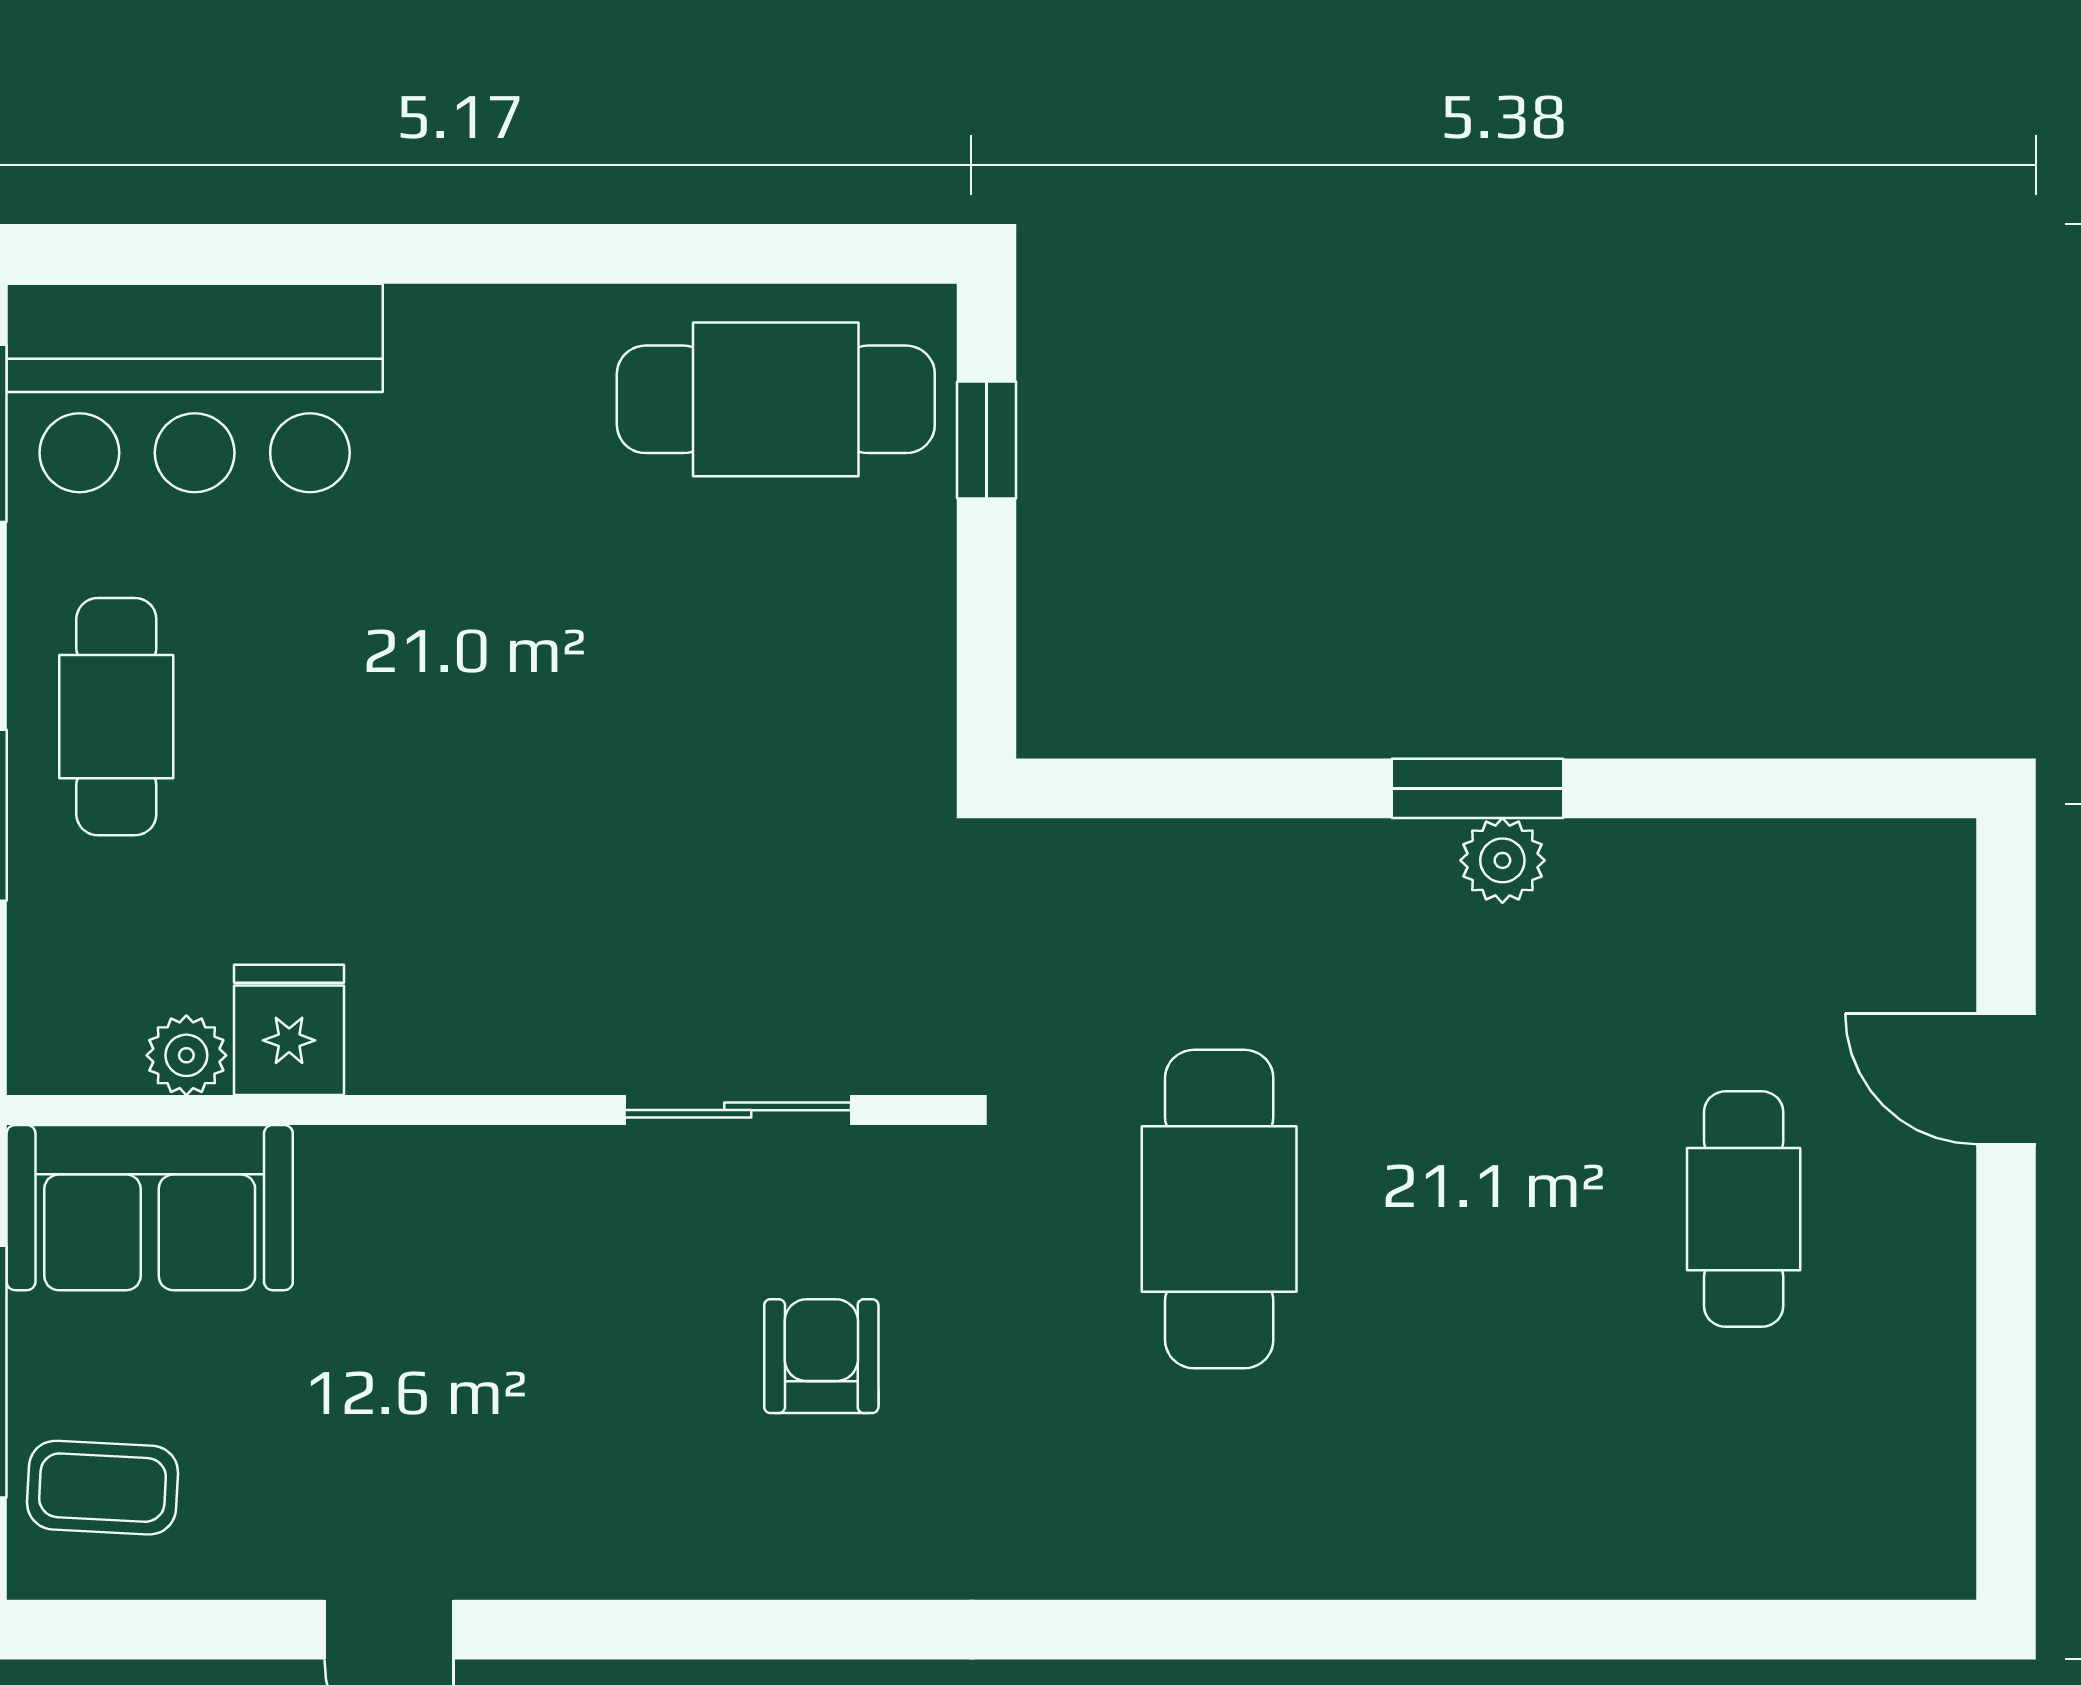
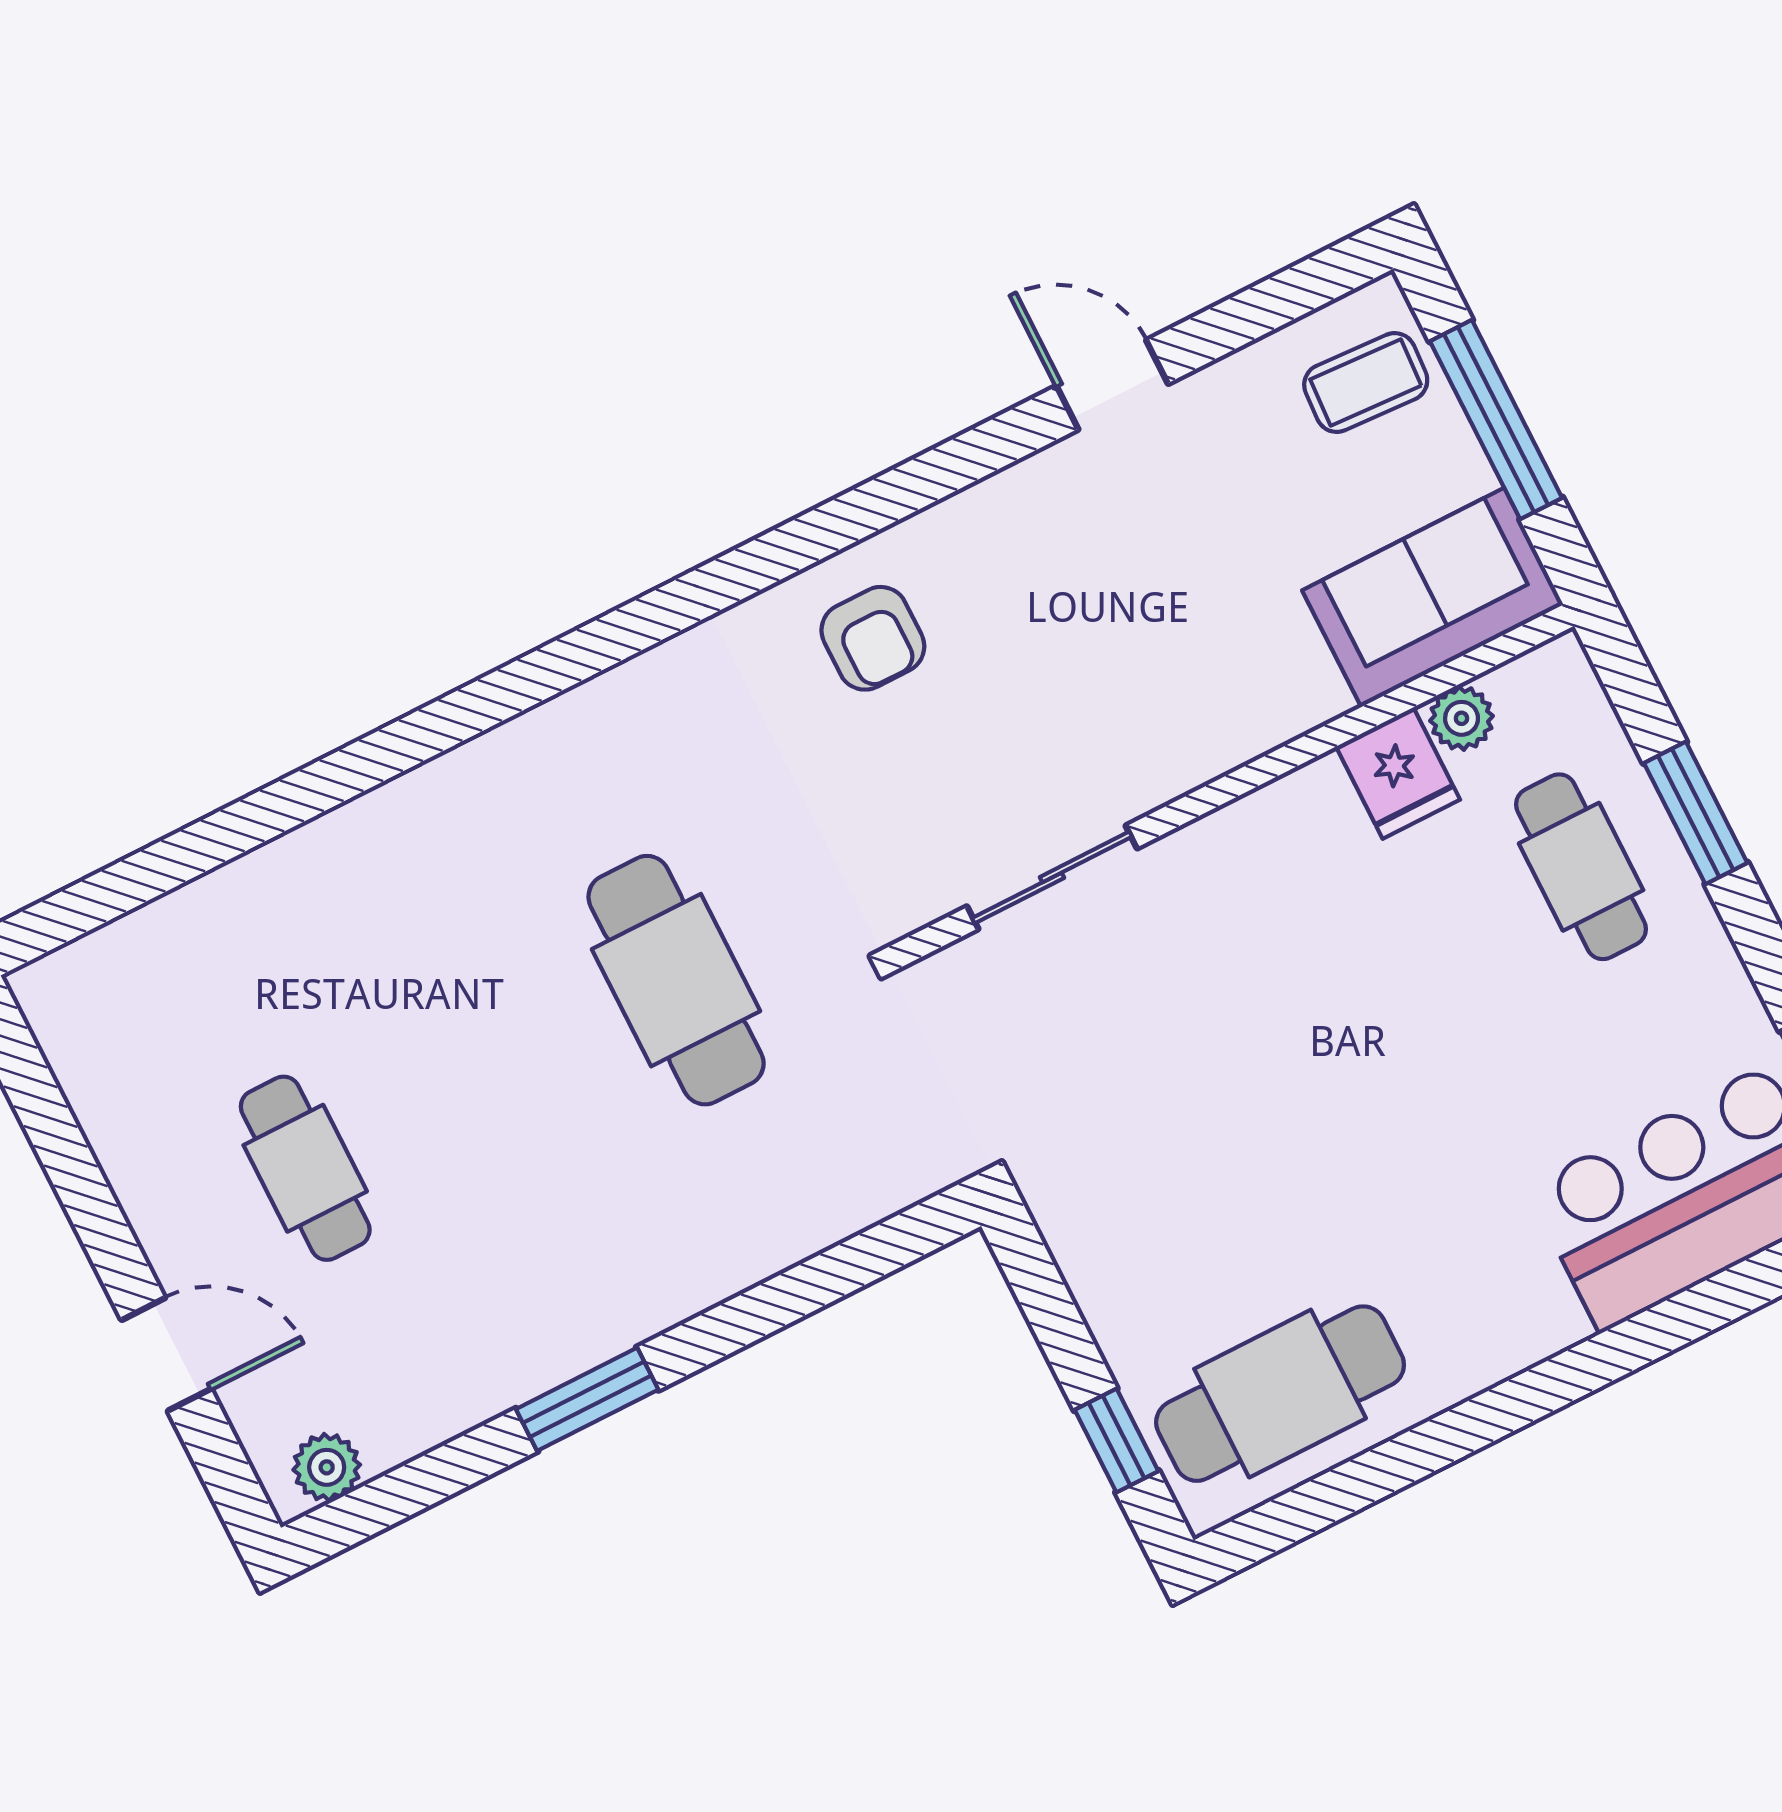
cafe table: (116, 717) -> (1581, 867), moved
window: (1477, 788) -> (587, 1399), moved
plant: (1502, 860) -> (327, 1467), moved
armchair: (821, 1356) -> (873, 638), moved

